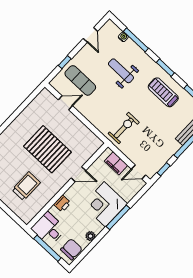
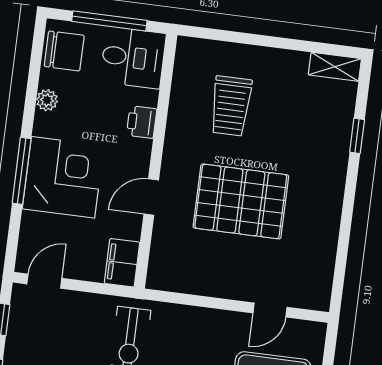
filing cabinet: (116, 163) -> (122, 263), moved, turned -90
chair: (71, 249) -> (64, 51), turned -90

